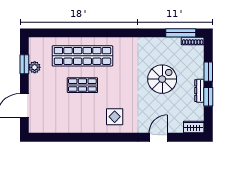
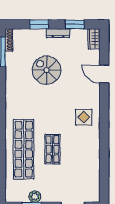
window: (208, 97) -> (75, 24), moved

